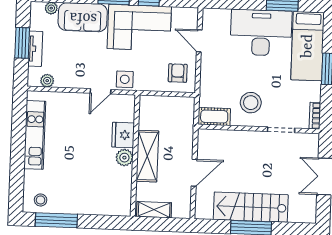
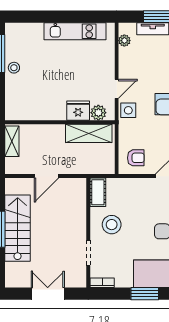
door: (100, 91) -> (117, 89), swing flipped
shelving: (147, 156) -> (89, 133), moved
plant: (124, 158) -> (98, 113), moved
door: (194, 173) -> (47, 176), hinge flipped
stool: (41, 200) -> (14, 68), moved

